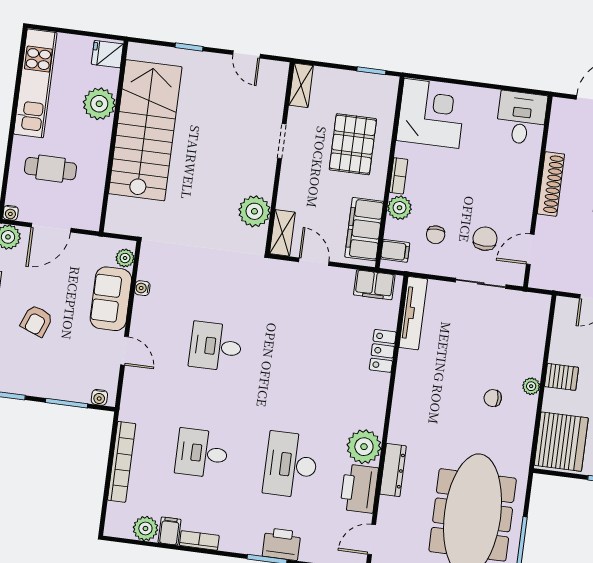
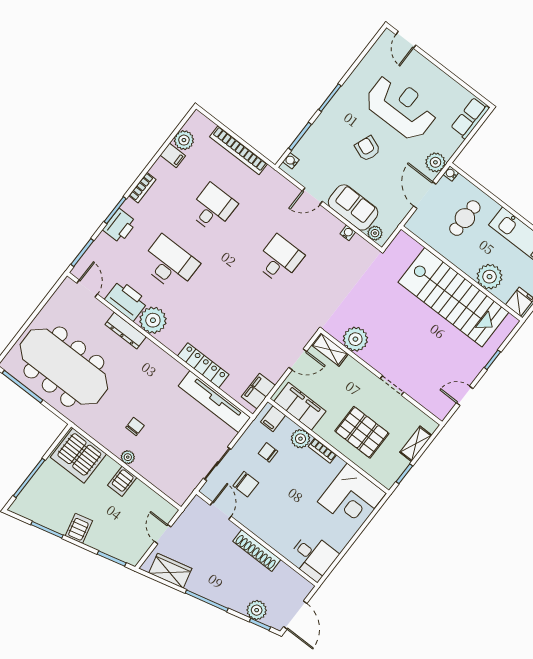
shelving: (301, 85) -> (416, 444), moved, turned 90
tv unit: (413, 313) -> (214, 402), width x1.36, depth x1.29
locker: (383, 351) -> (203, 365), width x1.53
bookcase: (199, 540) -> (142, 188), moved

